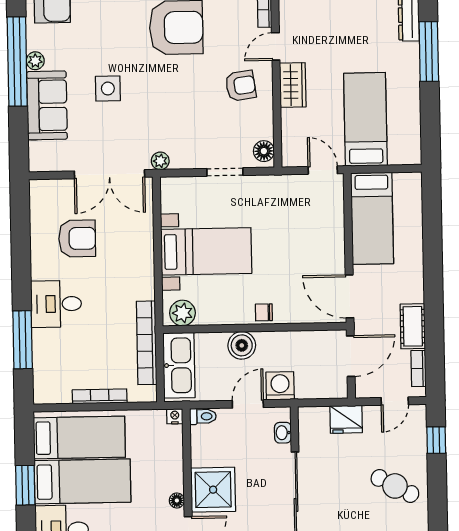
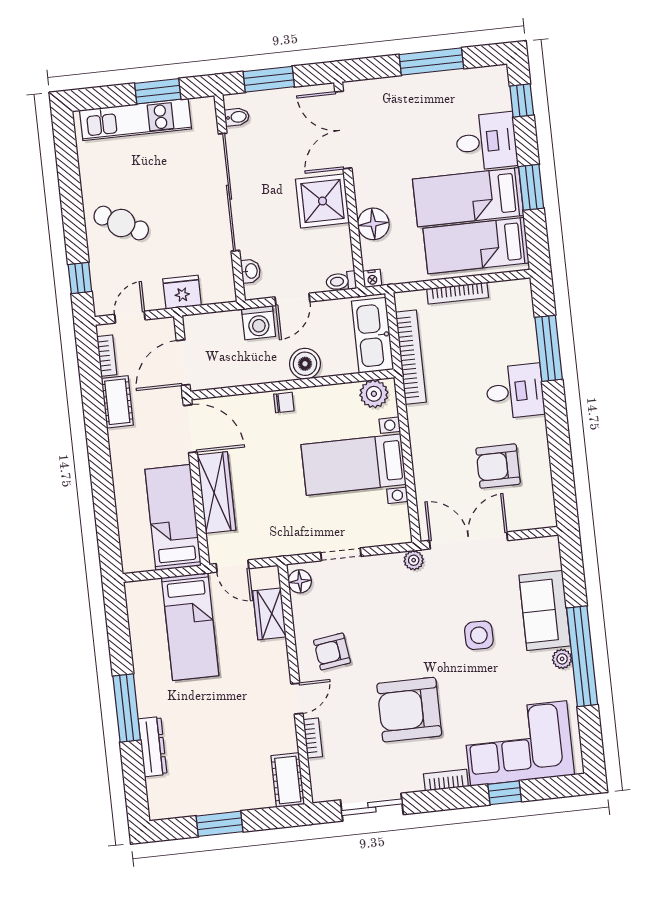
wardrobe: (293, 85) -> (269, 614), moved
wardrobe: (331, 237) -> (216, 493), added
floor lamp: (177, 500) -> (373, 224), moved, width x1.89, depth x1.89

